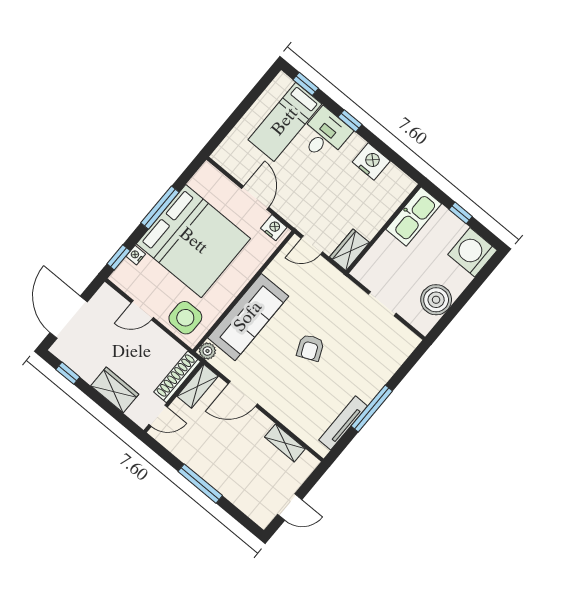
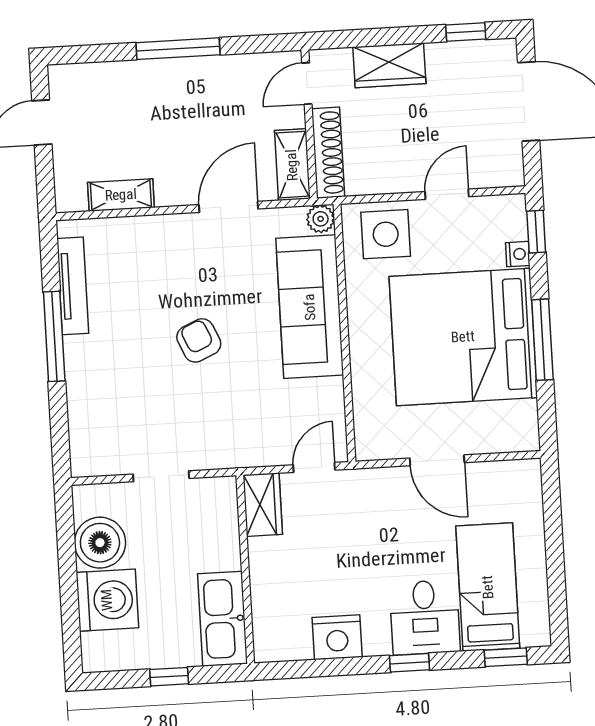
nightstand: (274, 228) -> (380, 445), removed
washing machine: (472, 252) -> (107, 600), moved

